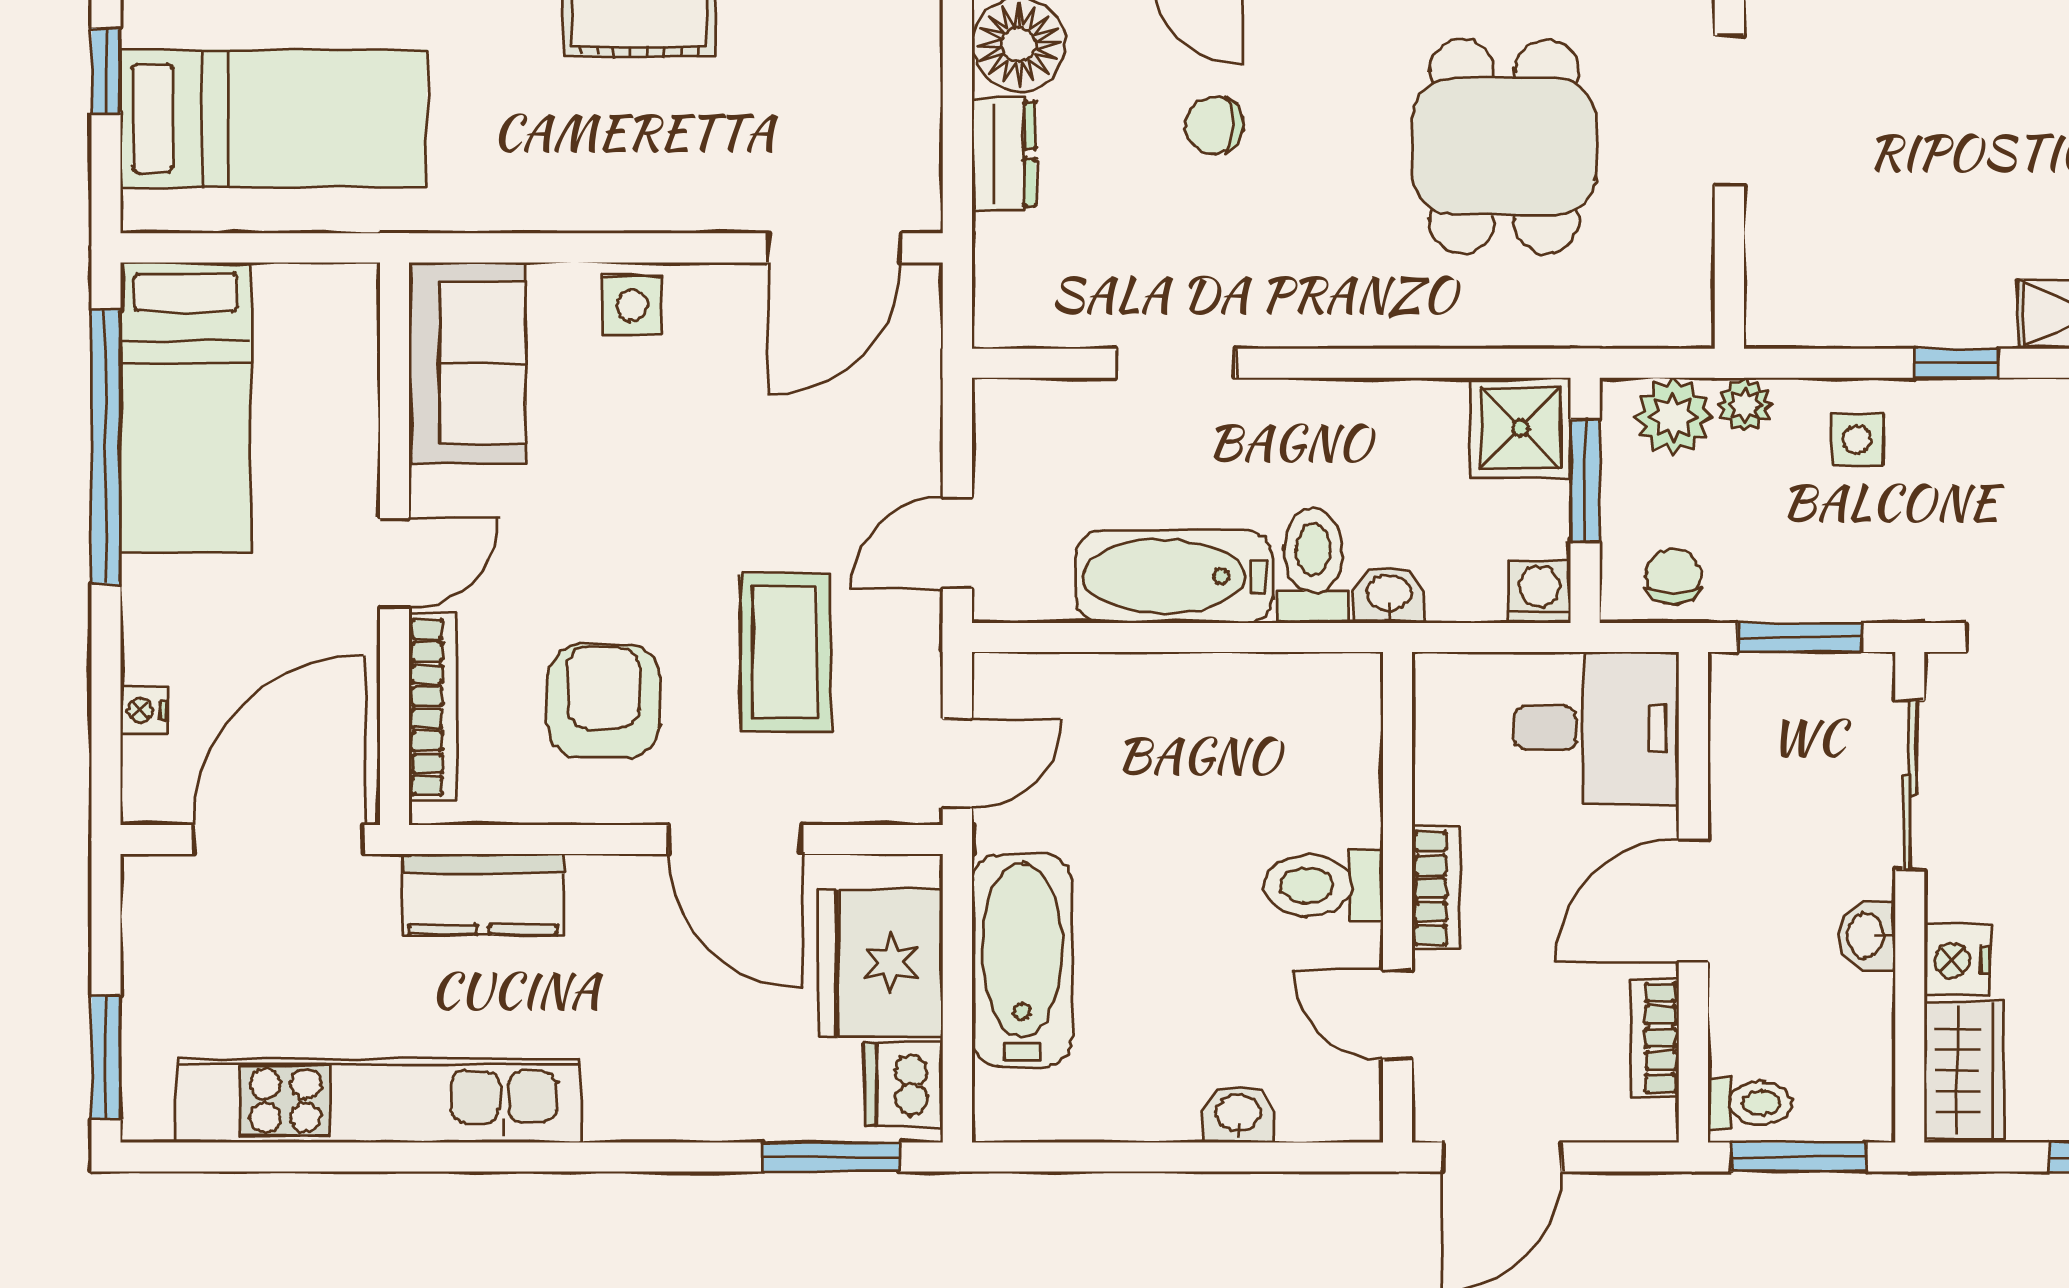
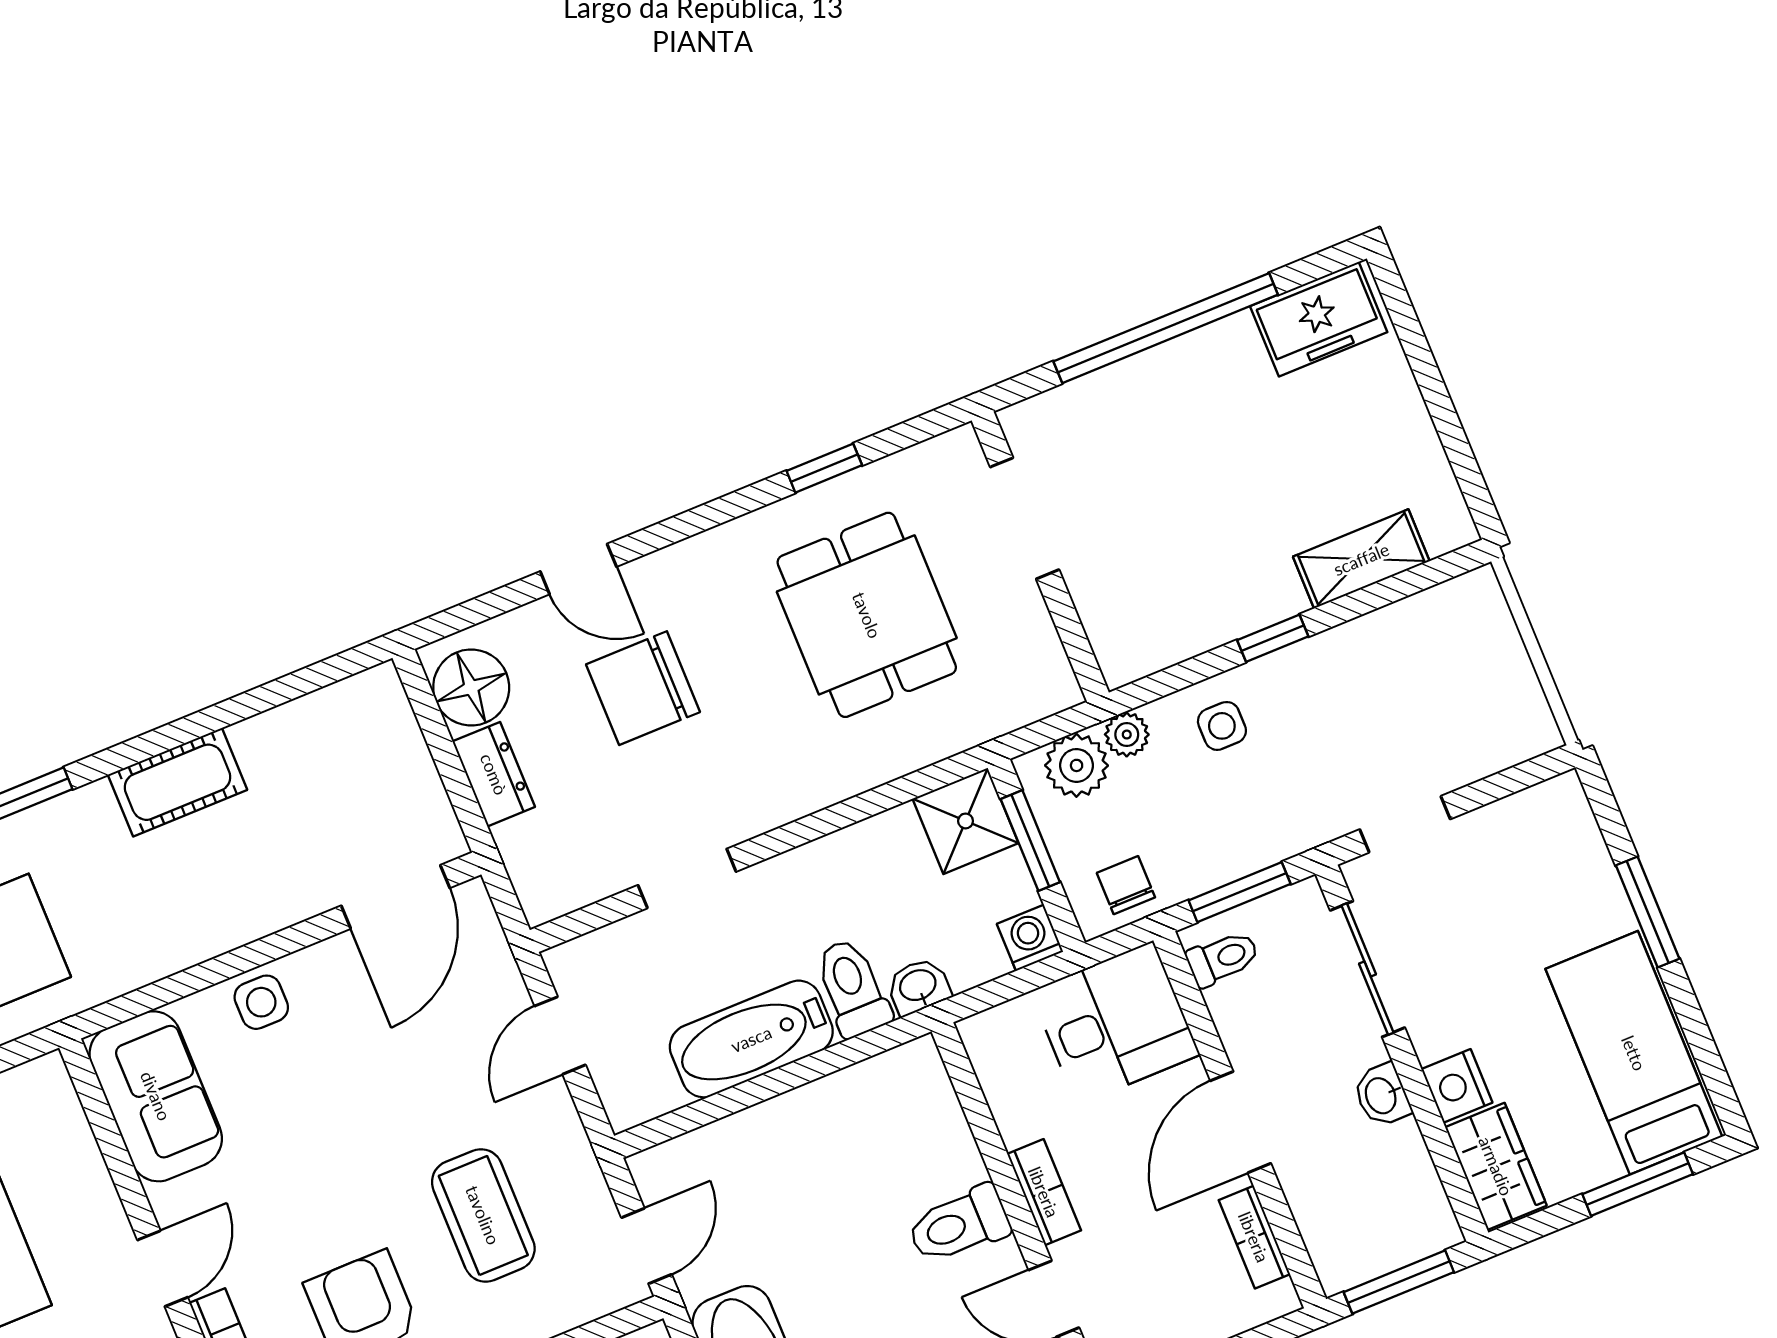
chair: (1215, 125) -> (643, 688), width x1.87, depth x1.87
door: (957, 543) -> (560, 1035), moved
toilet: (1750, 1103) -> (1223, 958), moved

